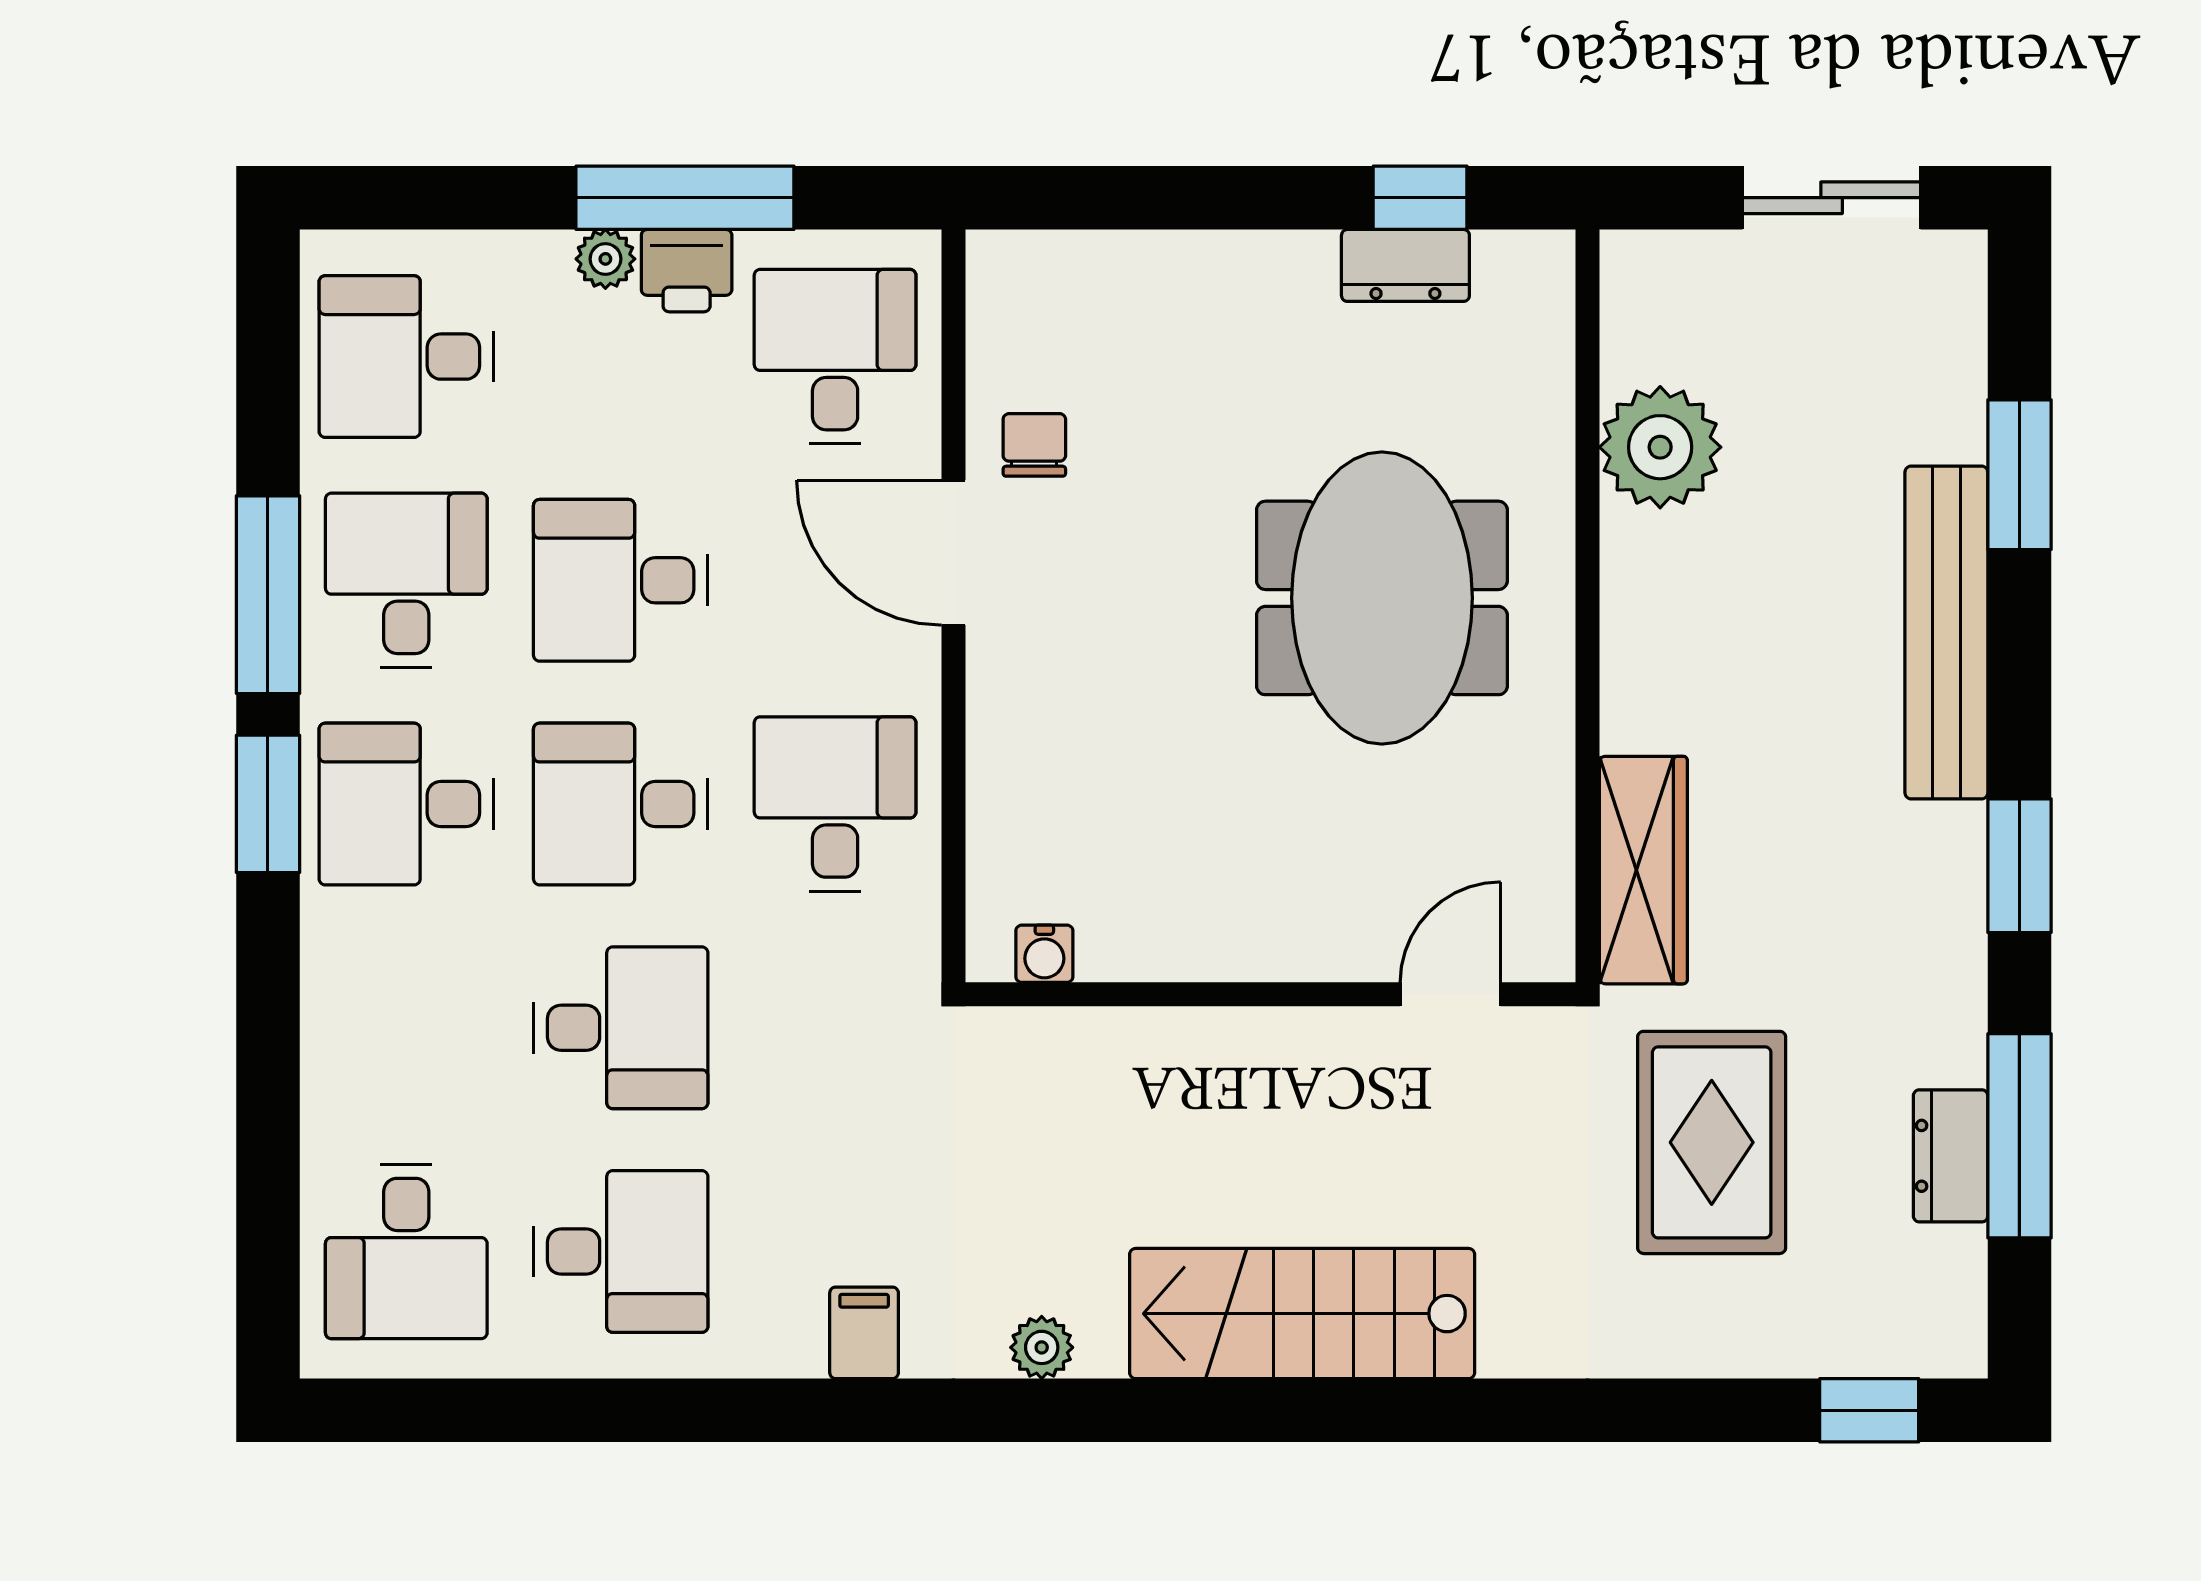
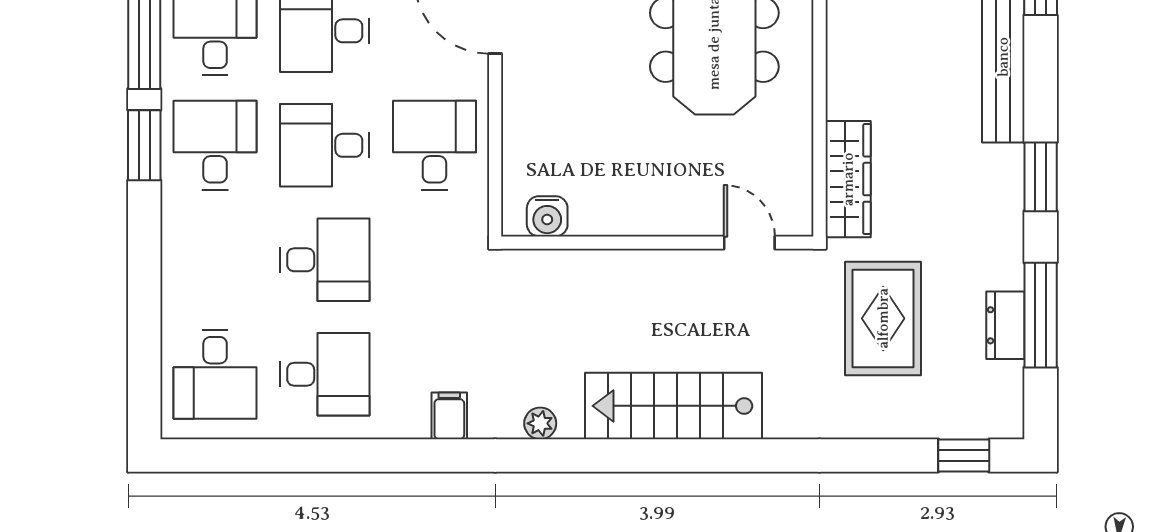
desk: (406, 804) -> (215, 145), turned 90
water cooler: (1044, 954) -> (547, 216), width x1.38, depth x1.38
door: (1450, 994) -> (749, 243), hinge flipped

